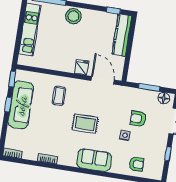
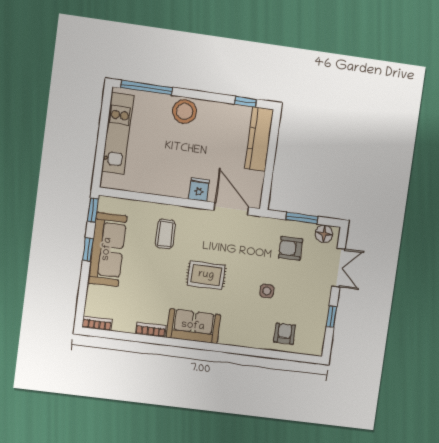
armchair: (138, 119) -> (291, 248), moved
sofa: (94, 160) -> (193, 326), moved
armchair: (136, 164) -> (285, 334), turned -90

